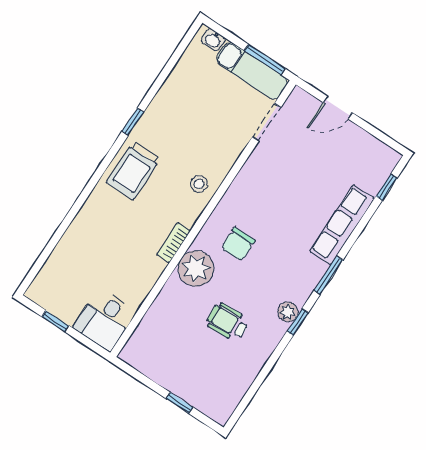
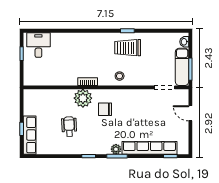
trolley: (134, 171) -> (128, 48), moved
row of seats: (342, 225) -> (149, 148), width x1.36
plant: (288, 312) -> (116, 149), moved
desk: (105, 320) -> (38, 45), moved, turned 90
row of seats: (199, 396) -> (30, 135), added

